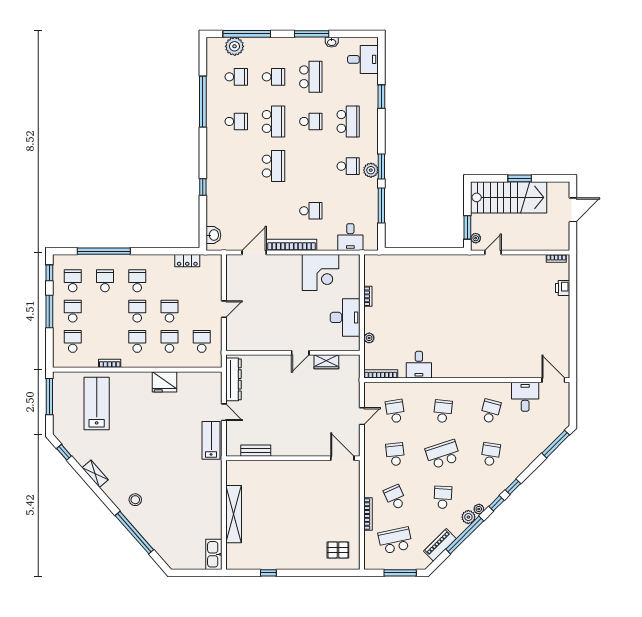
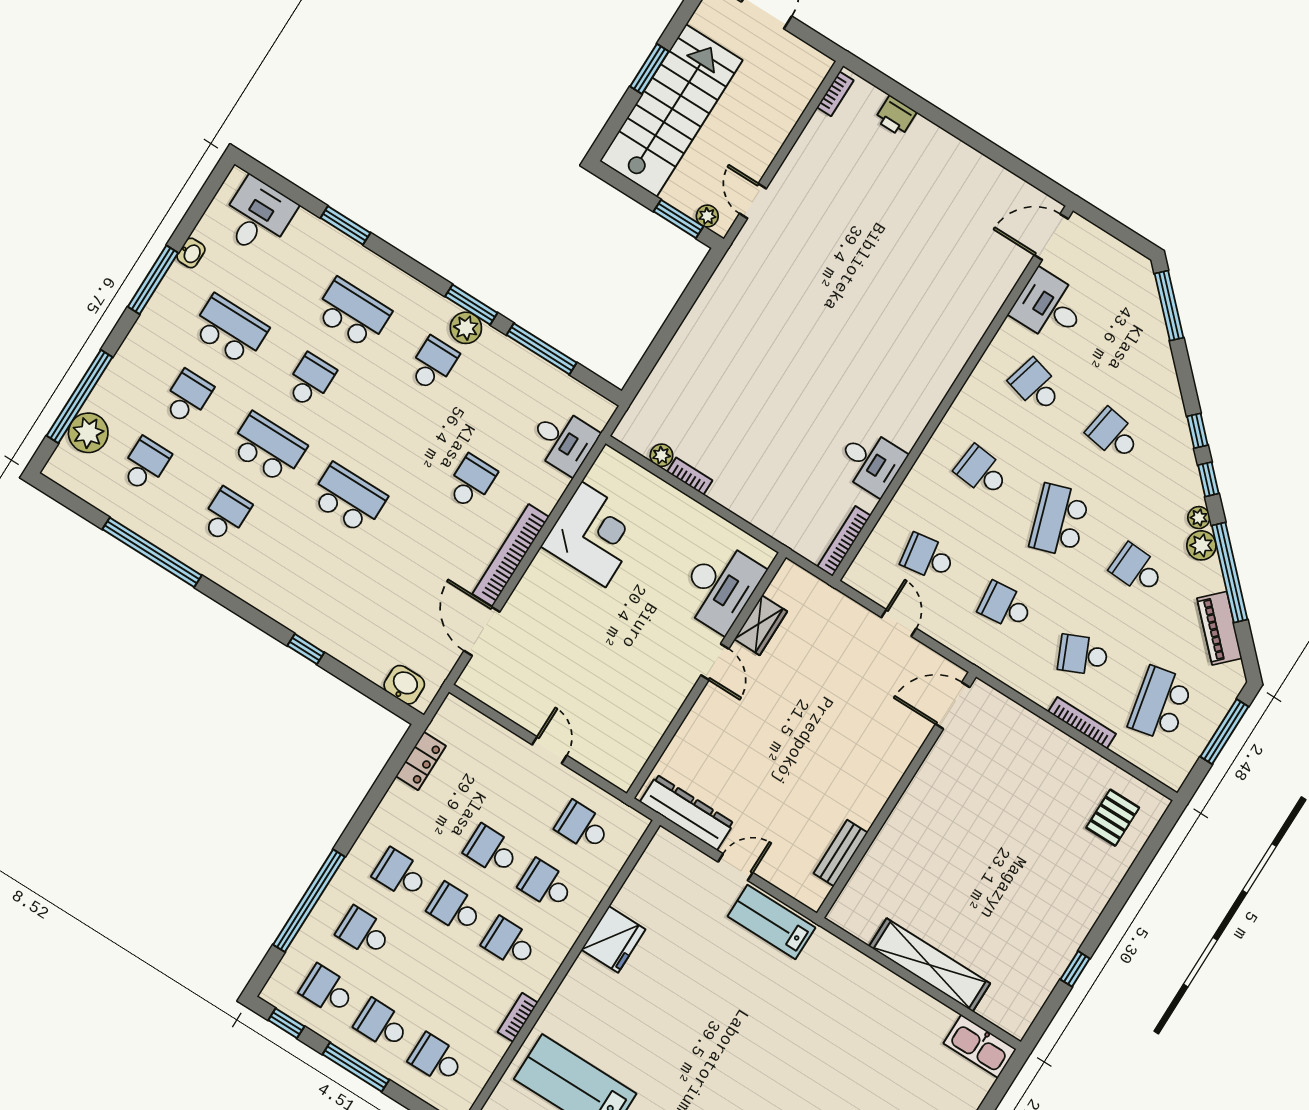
desk: (345, 317) -> (720, 587), moved, turned 90
plant: (369, 338) -> (661, 455), moved

